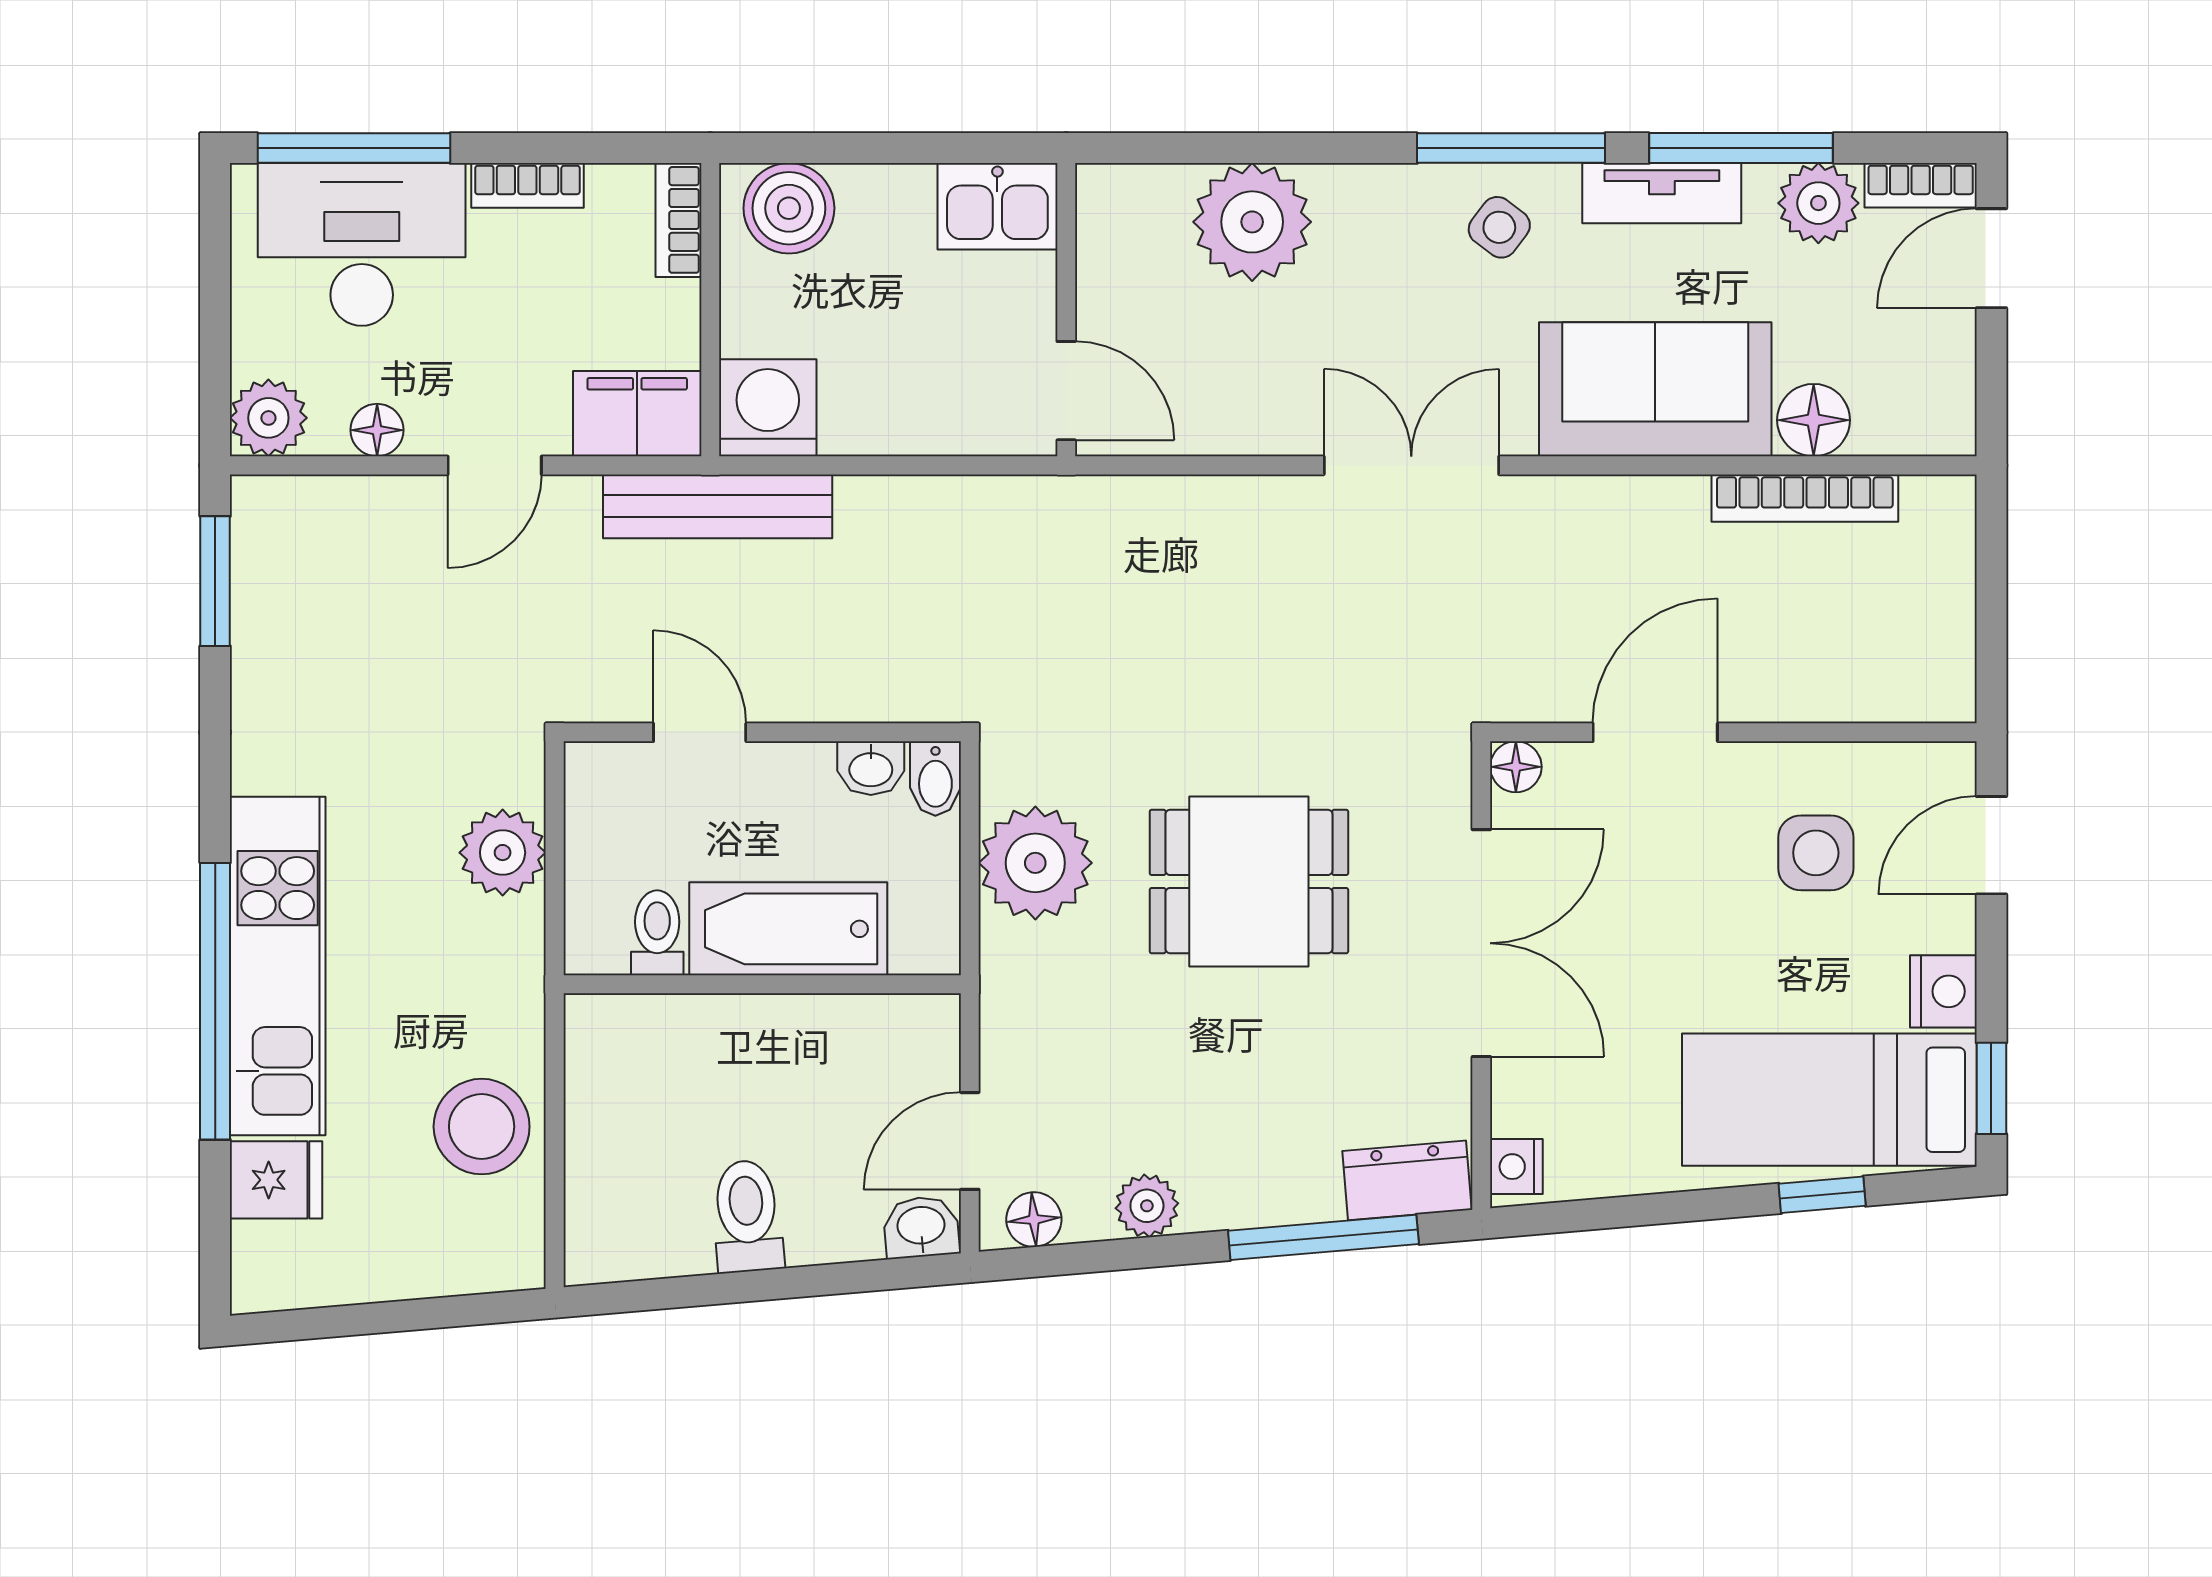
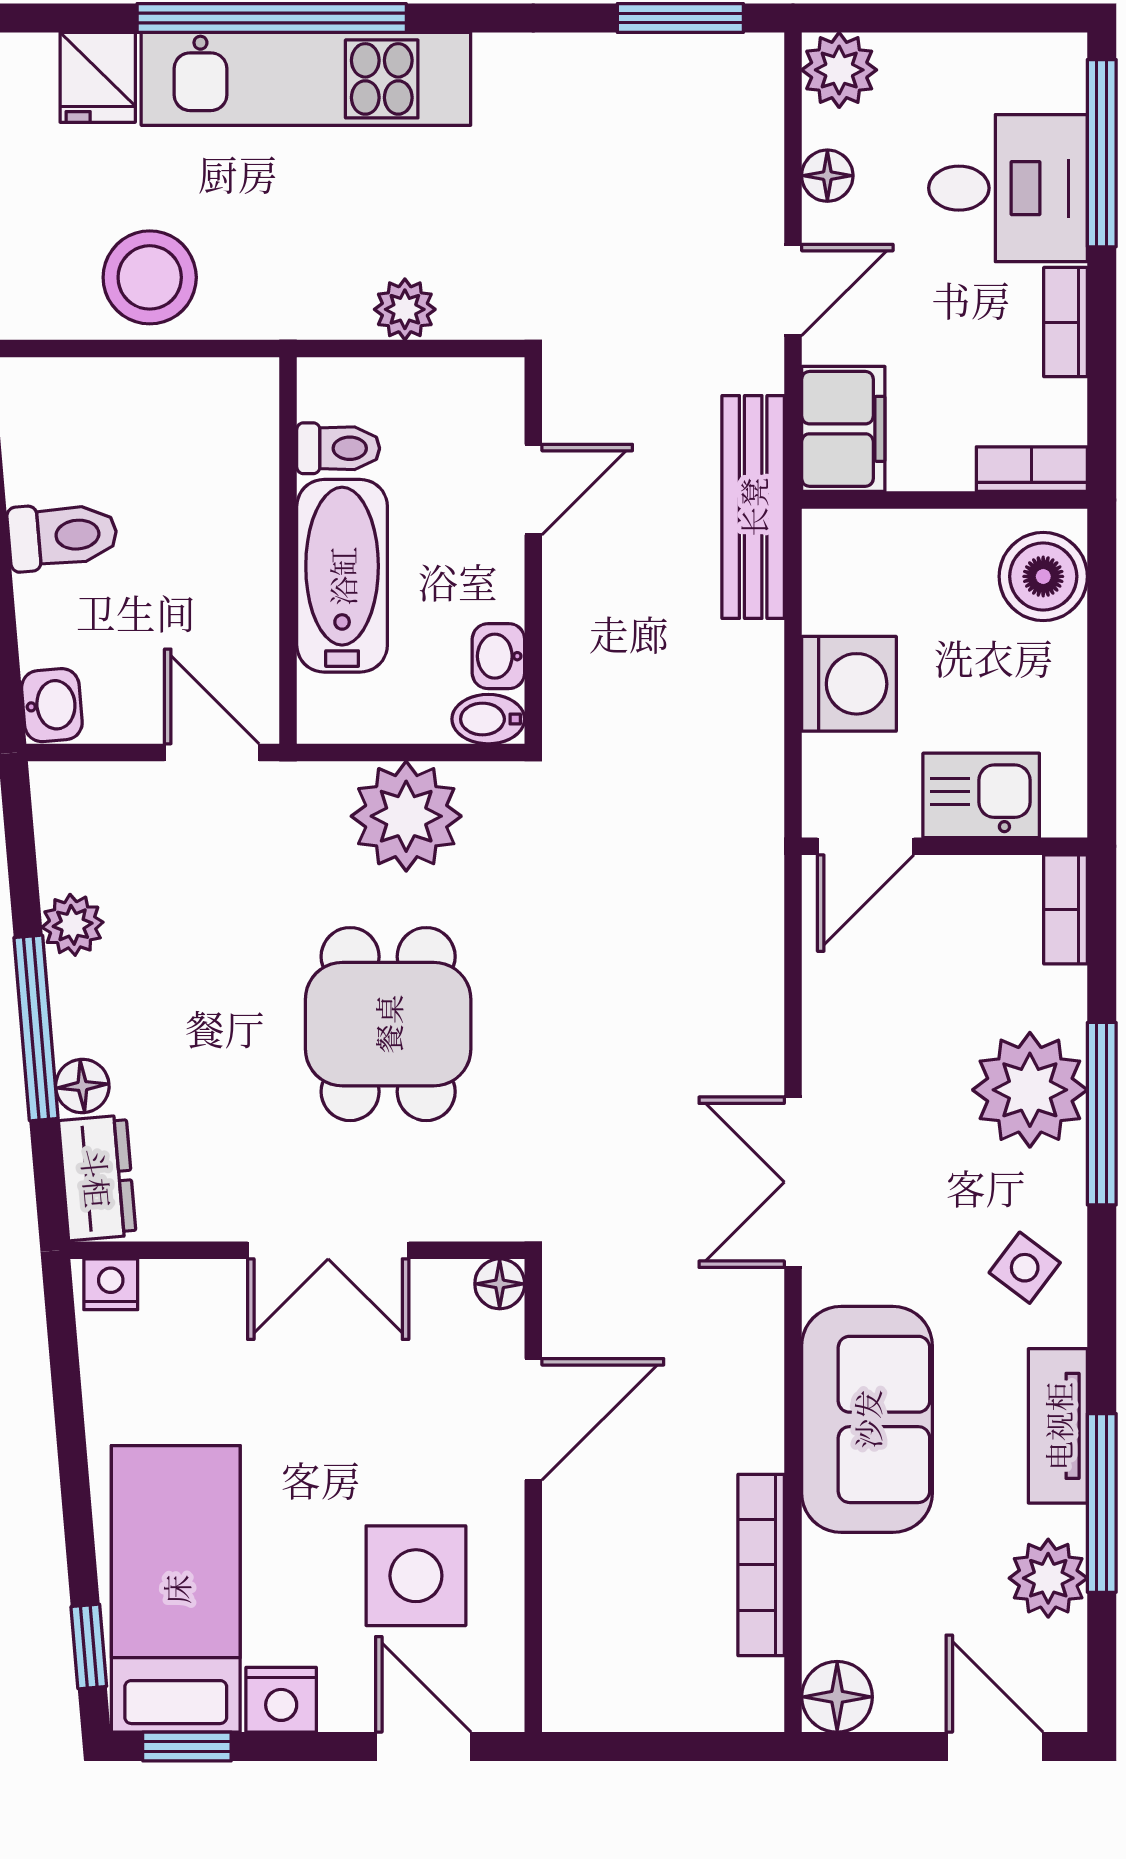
window: (1511, 148) -> (1102, 1114), moved
bookcase: (1921, 185) -> (1066, 909), moved
kitchen sink: (997, 206) -> (981, 795), moved, turned 90
plant: (1252, 222) -> (1030, 1090), moved
desk: (362, 244) -> (1008, 188), width x0.73
washing machine: (768, 408) -> (849, 684), moved
floor lamp: (1814, 420) -> (837, 1697), moved
door: (495, 465) -> (793, 290), swing flipped
double door: (1411, 465) -> (793, 1182), swing flipped
door: (1655, 732) -> (533, 1419), hinge flipped
plant: (503, 853) -> (405, 309), width x0.73, depth x0.73
side table: (1816, 853) -> (416, 1576), width x1.37, depth x1.37
double door: (1481, 943) -> (328, 1250), width x0.73
door: (970, 1141) -> (212, 752), moved
window: (1822, 1195) -> (89, 1647), moved
floor lamp: (1034, 1220) -> (82, 1086), moved
window: (1323, 1237) -> (36, 1028), moved

